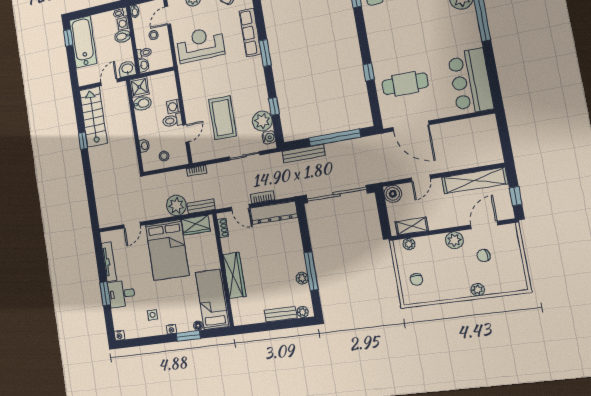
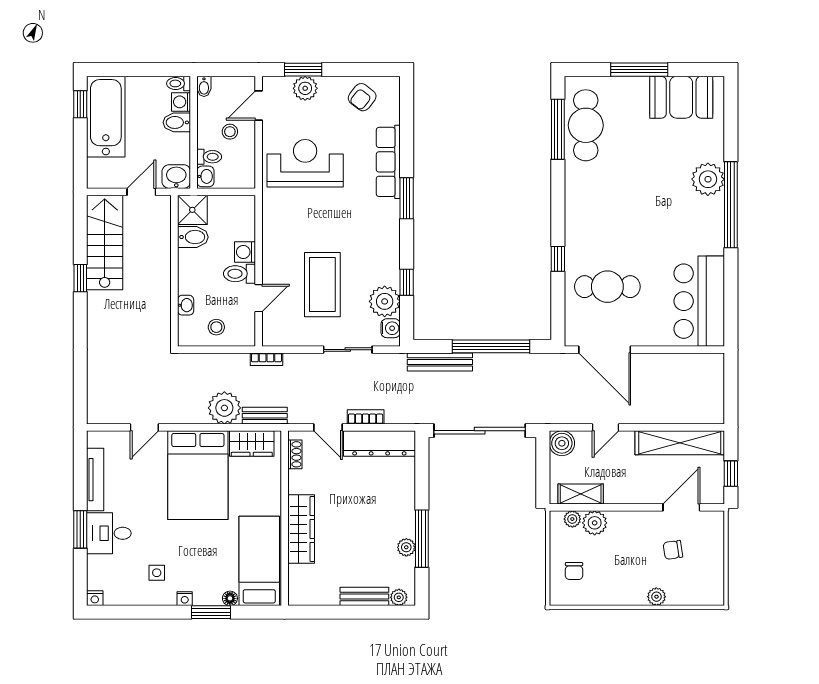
plant: (454, 240) -> (595, 523), moved

